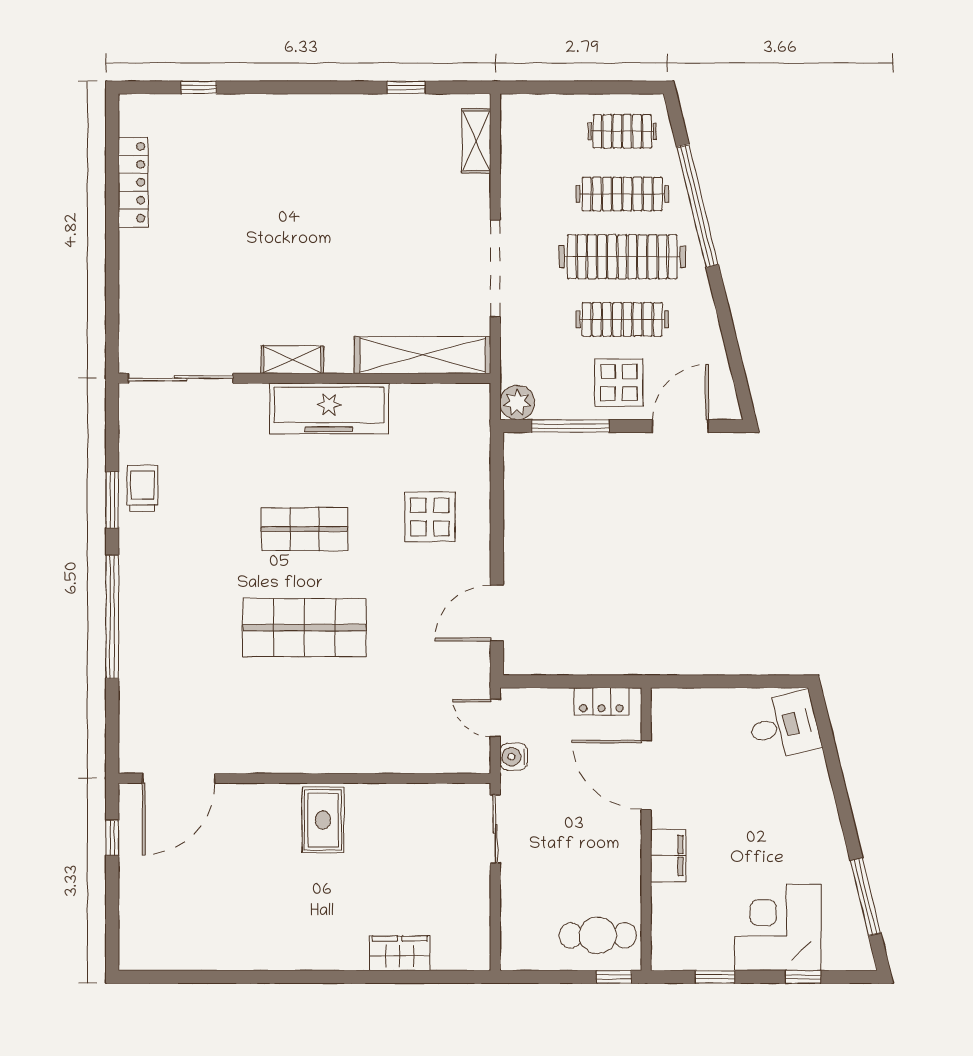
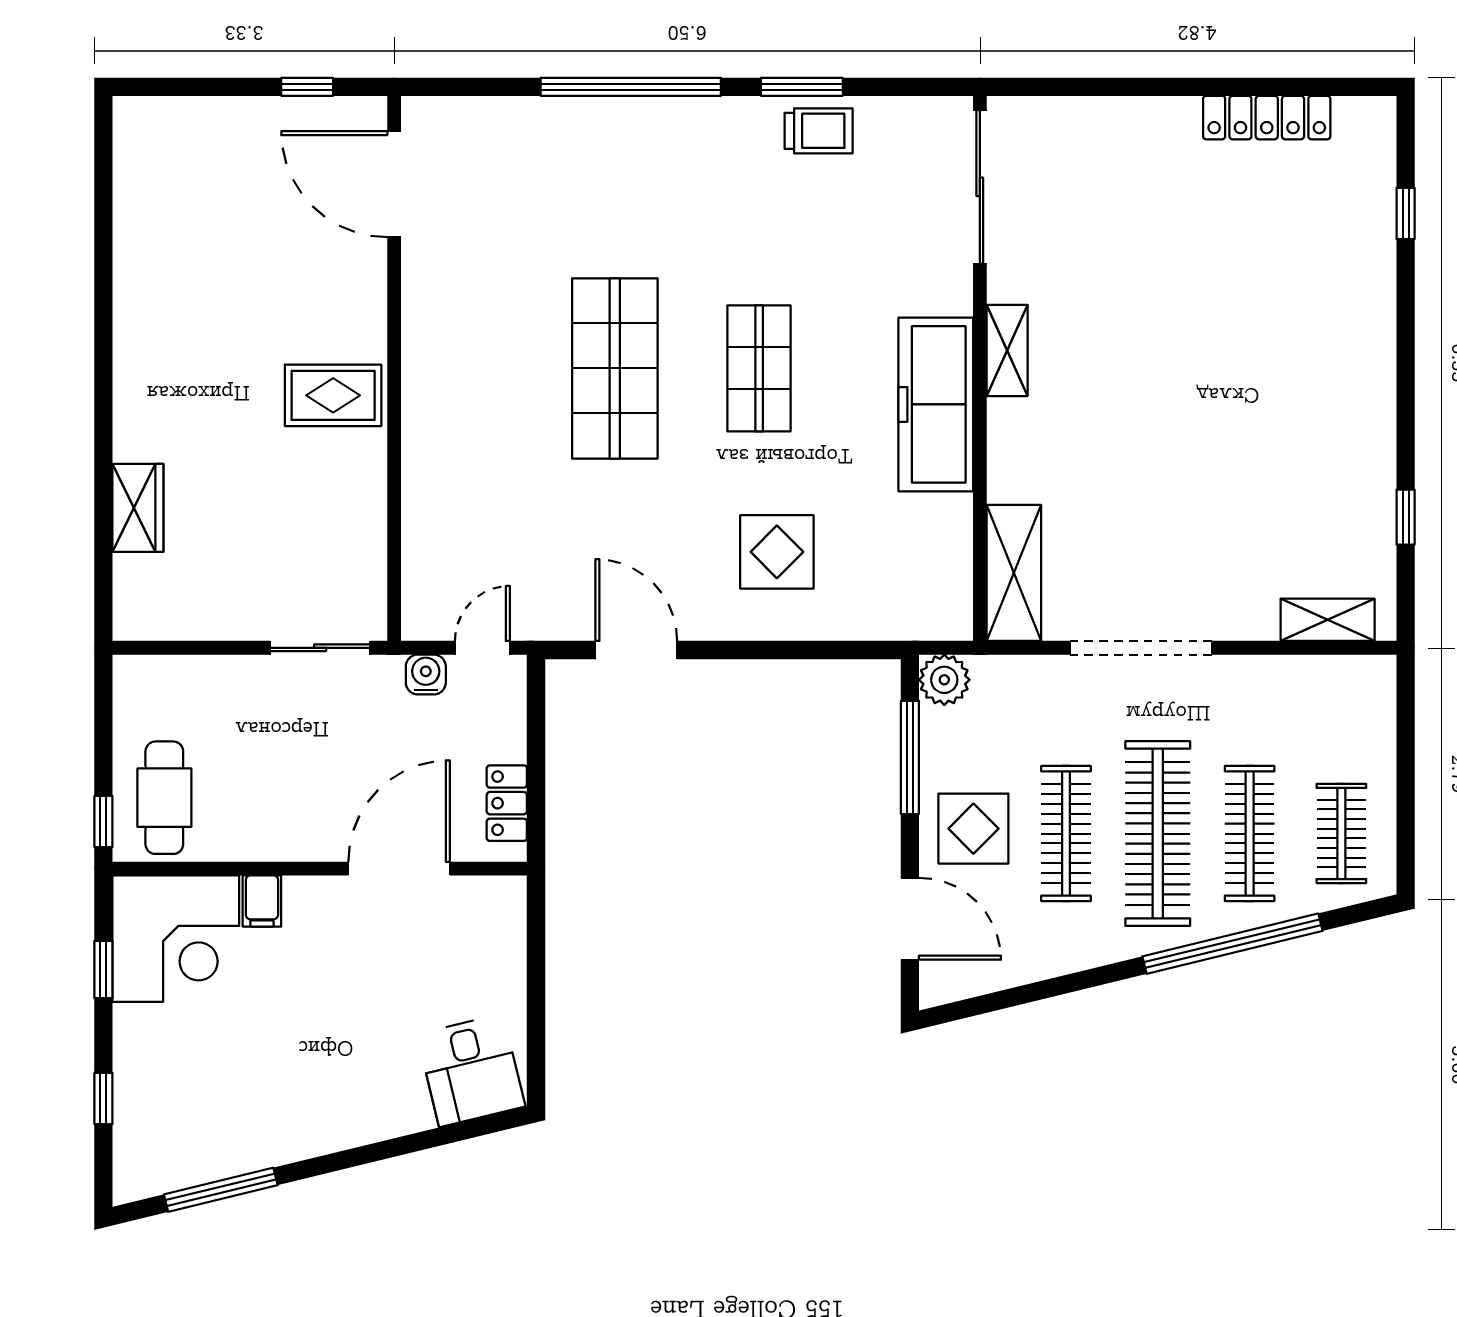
shelving: (423, 355) -> (1014, 573), width x0.68
filing cabinet: (668, 855) -> (262, 901), width x0.50
corner desk: (778, 927) -> (176, 939), moved, turned 90

